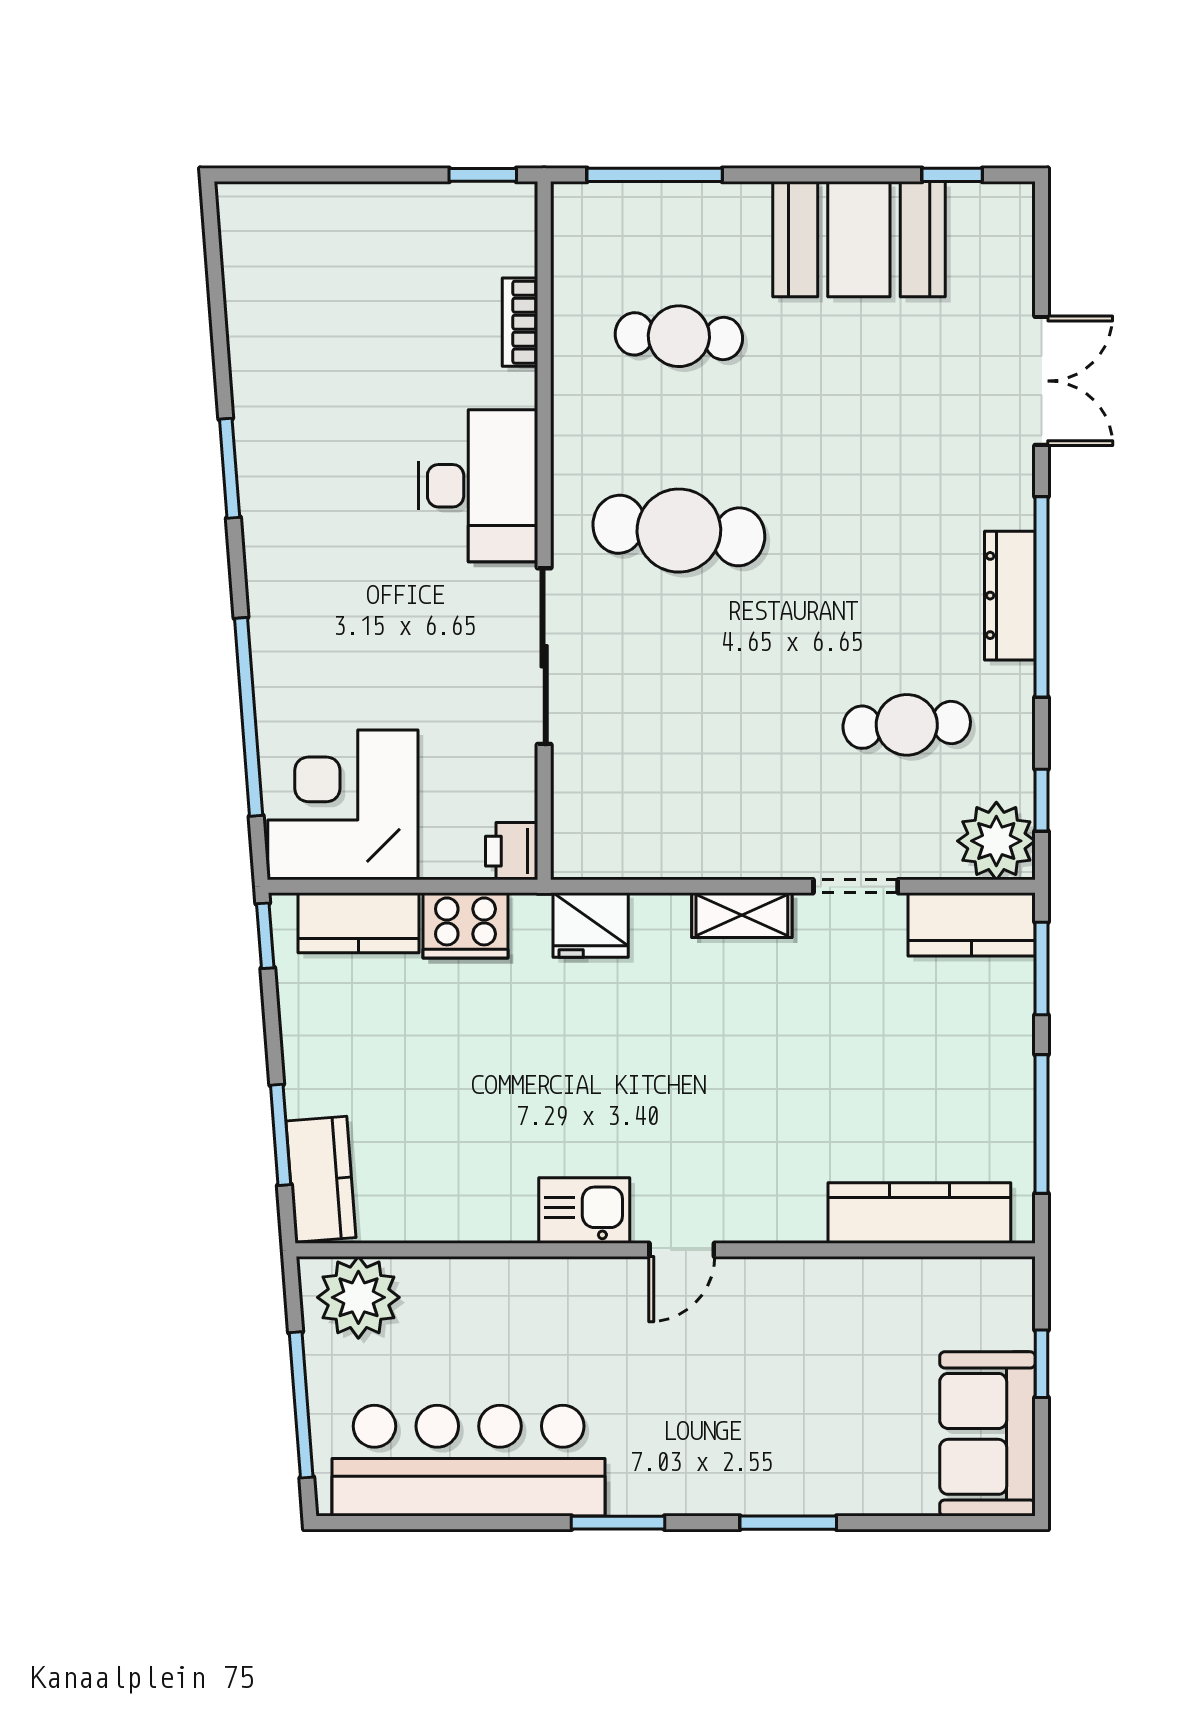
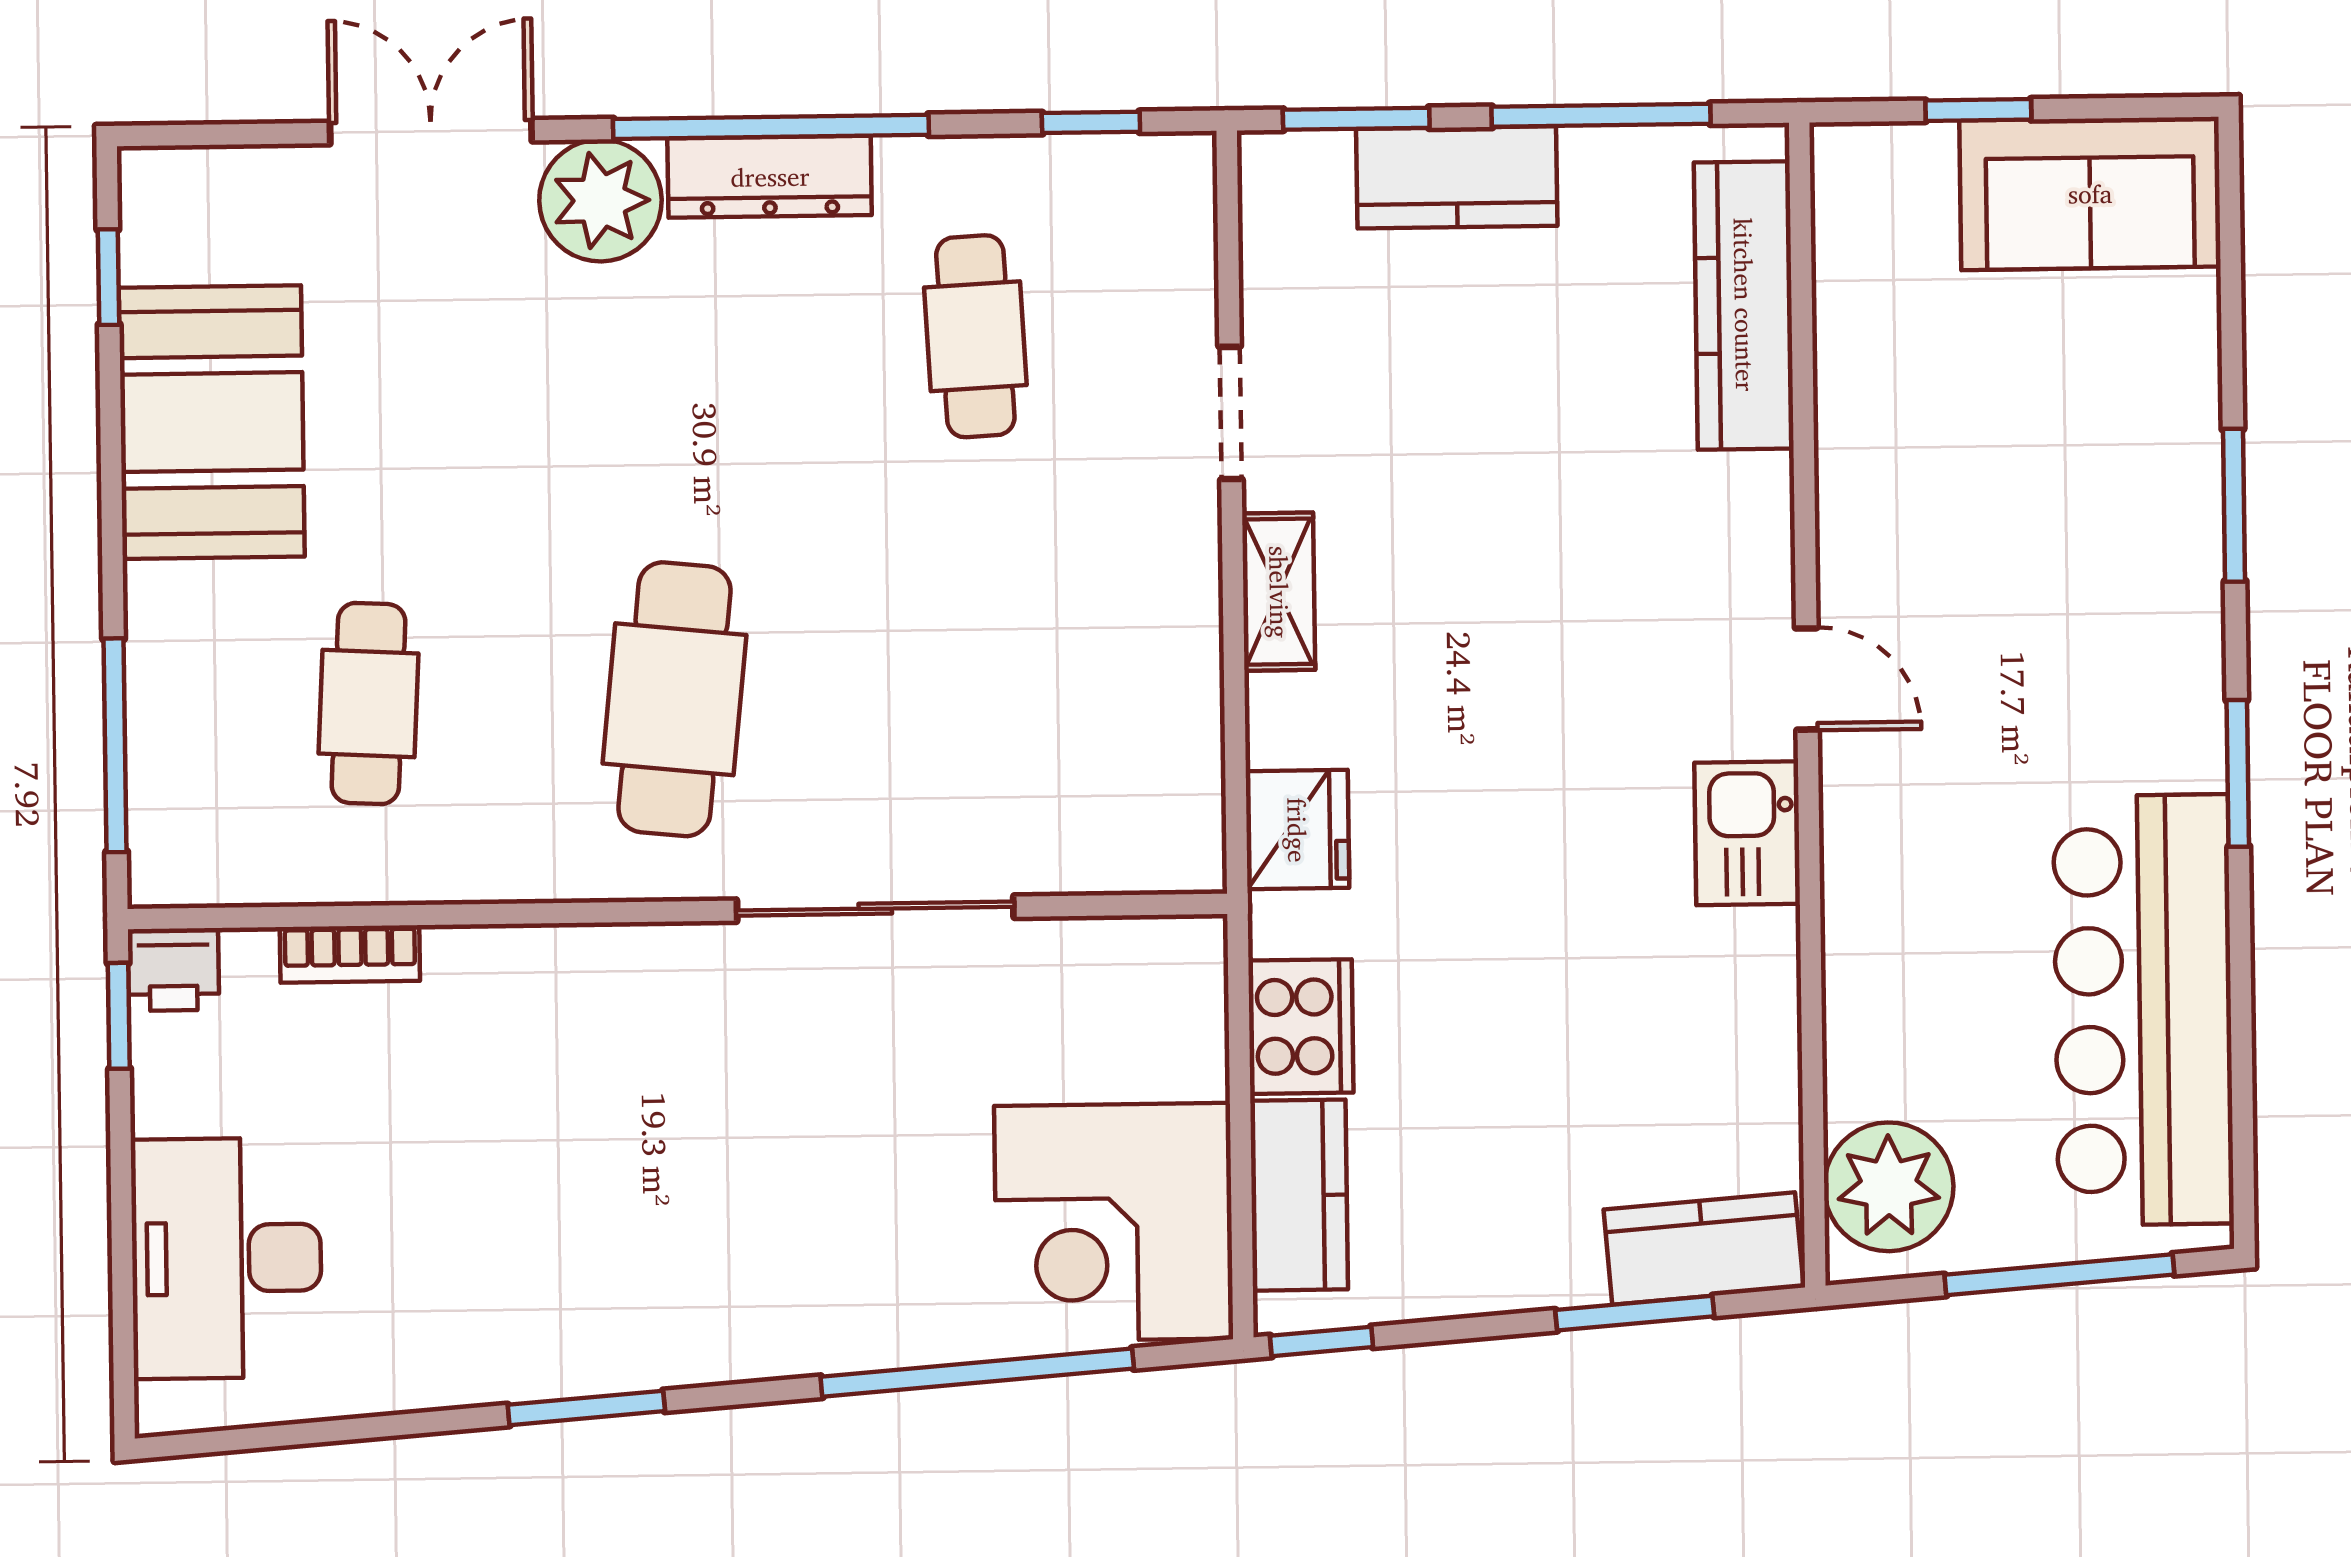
desk: (478, 486) -> (226, 1258), moved, turned -90
plant: (996, 841) -> (600, 200), moved
printer: (512, 851) -> (173, 970), moved
kitchen counter: (972, 924) -> (1457, 177), moved, turned 90

